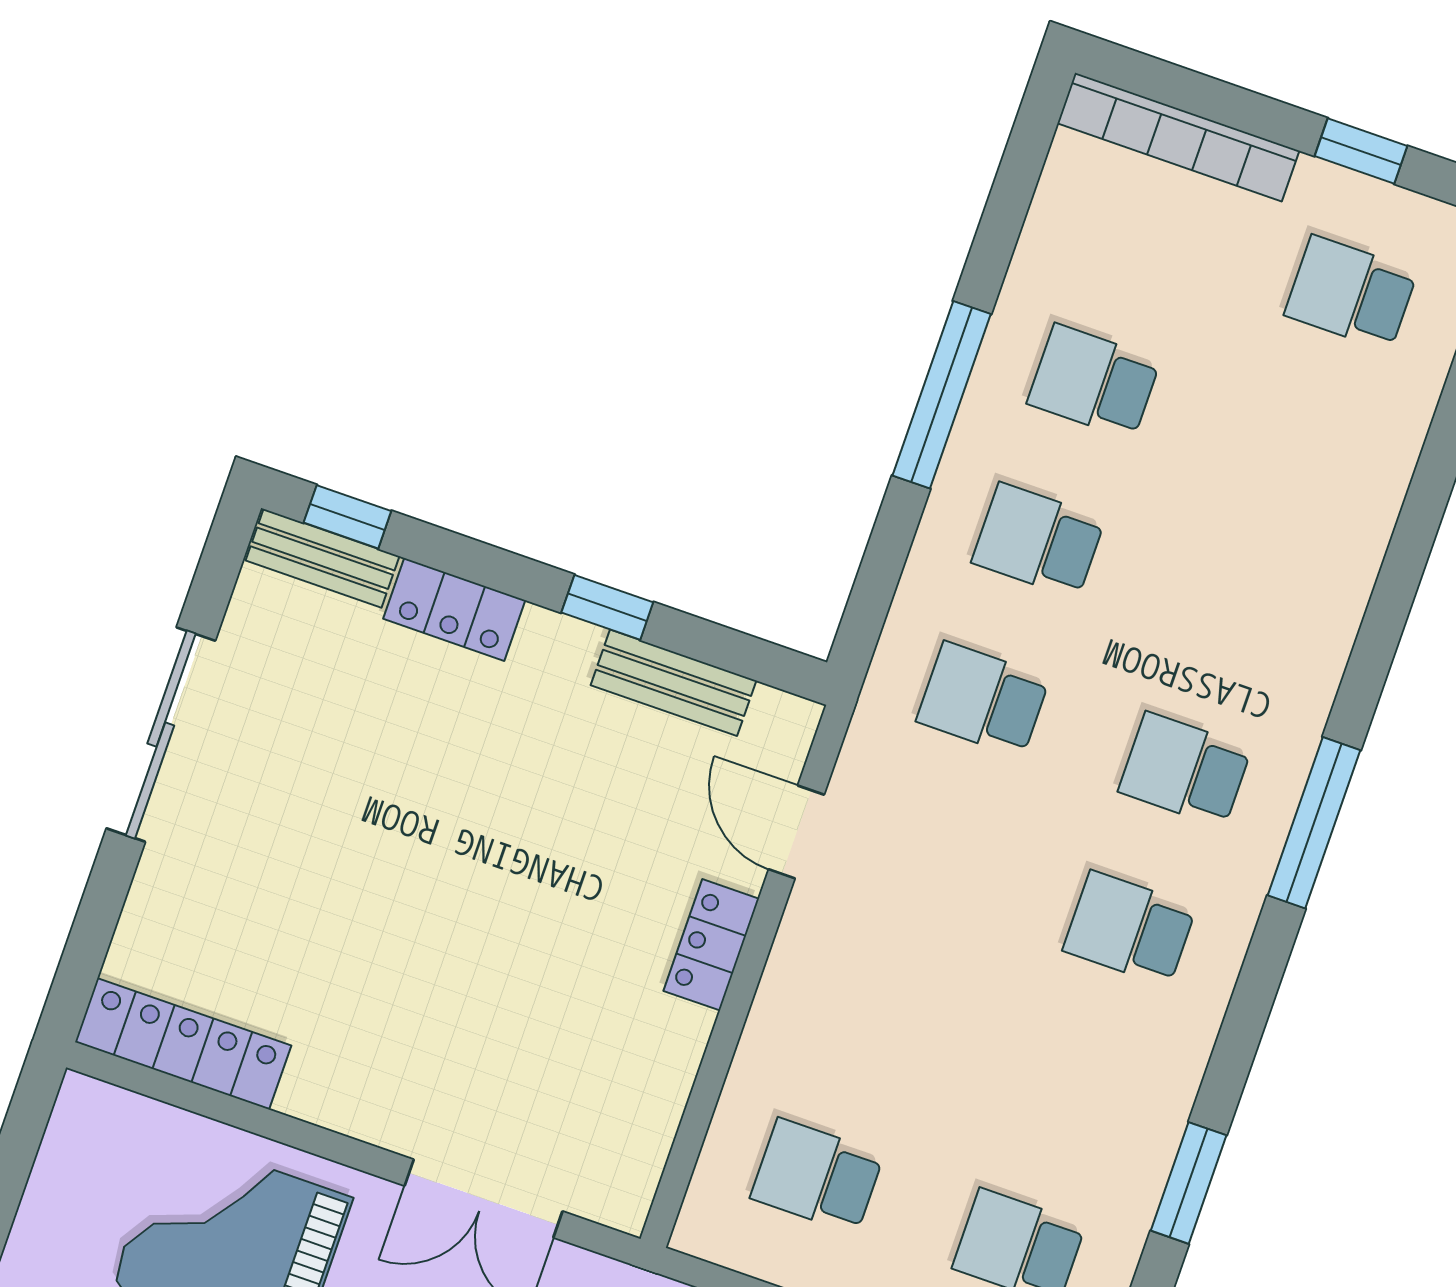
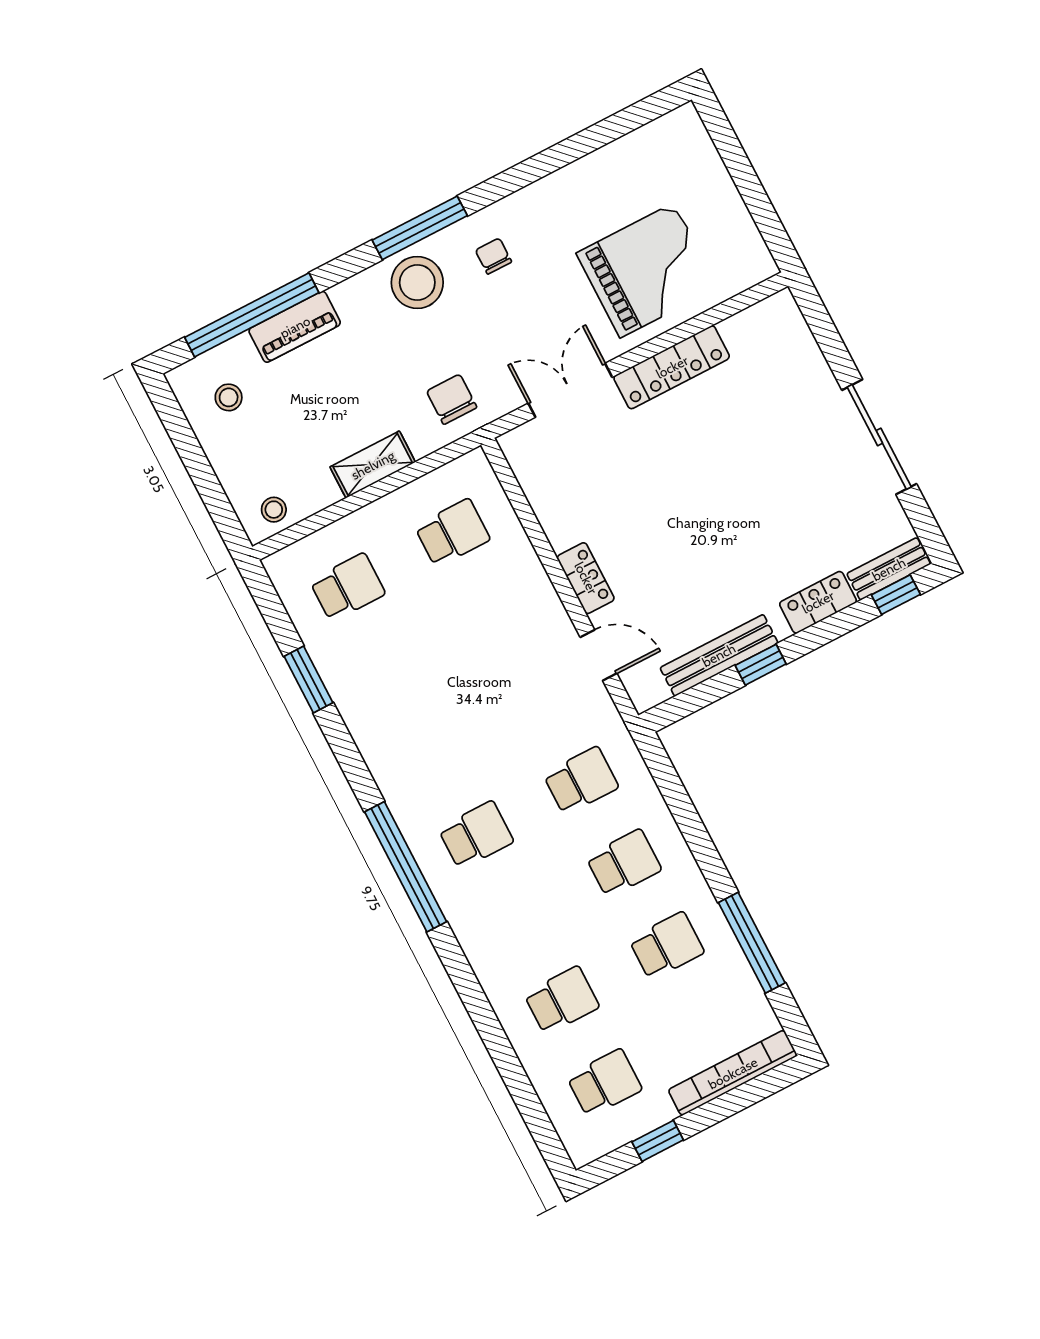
window: (942, 395) -> (752, 943), moved
bench: (673, 683) -> (719, 655), width x1.36
window: (1314, 823) -> (406, 867), width x1.46
school desk: (1130, 929) -> (562, 1000), moved
locker: (183, 1044) -> (672, 367), moved

